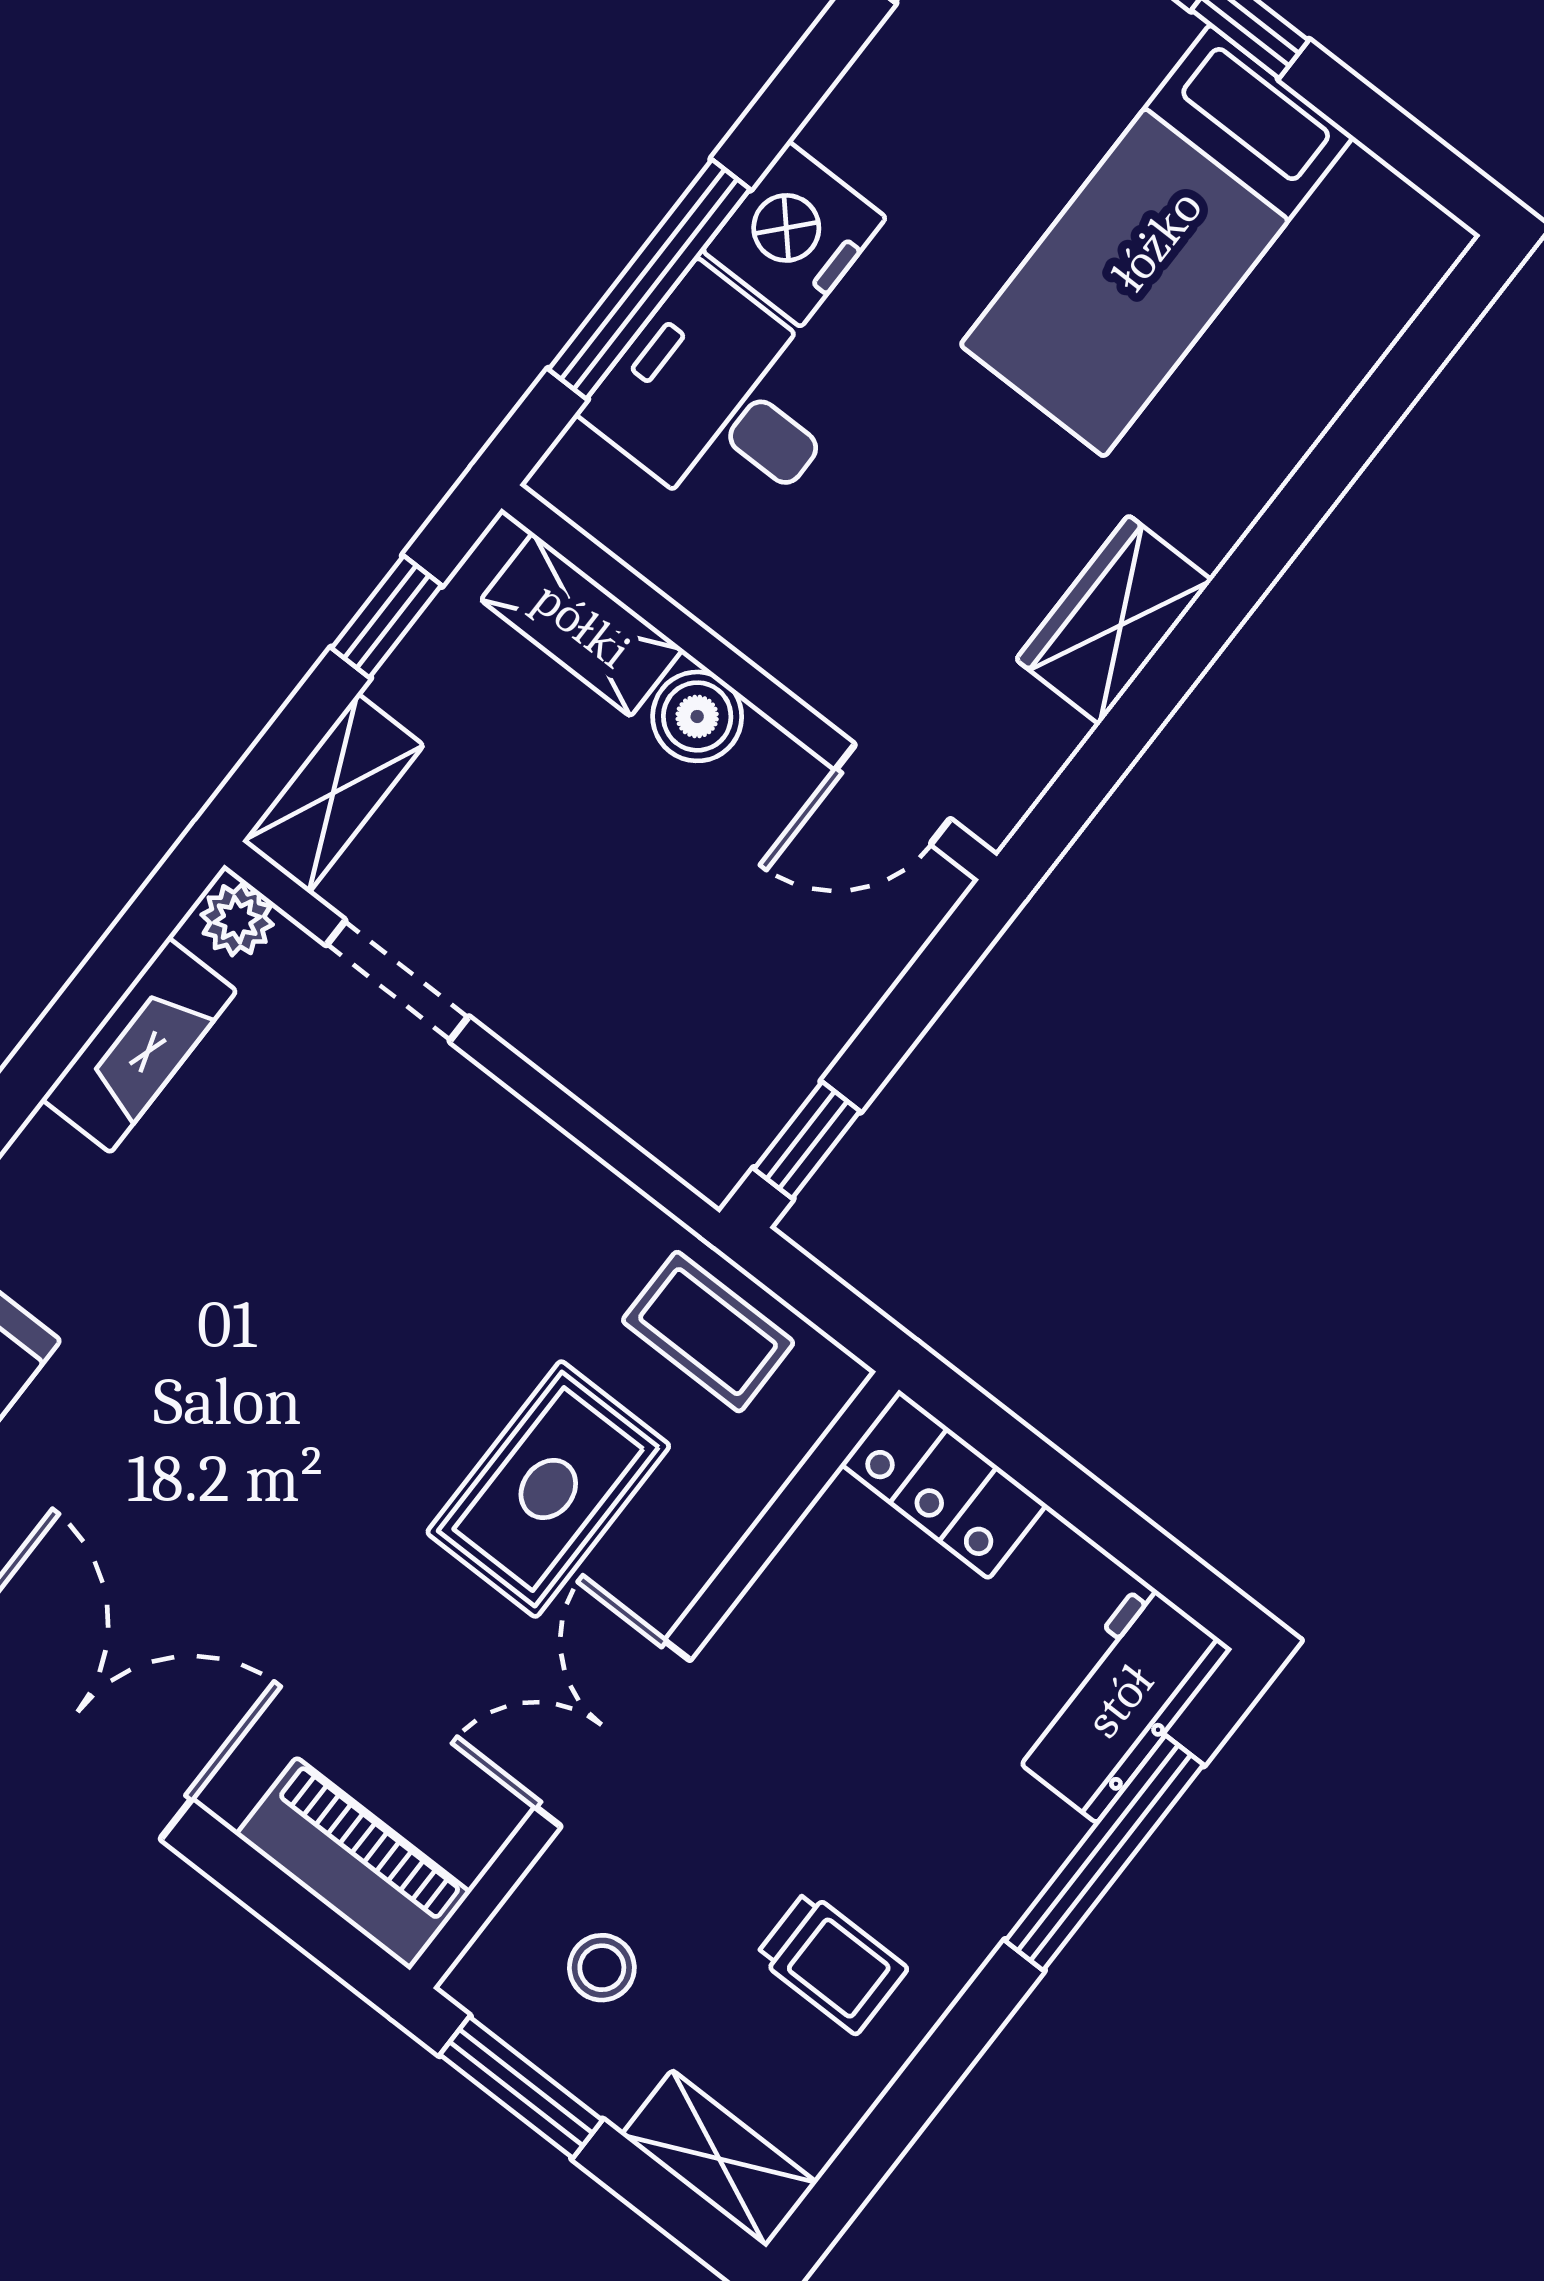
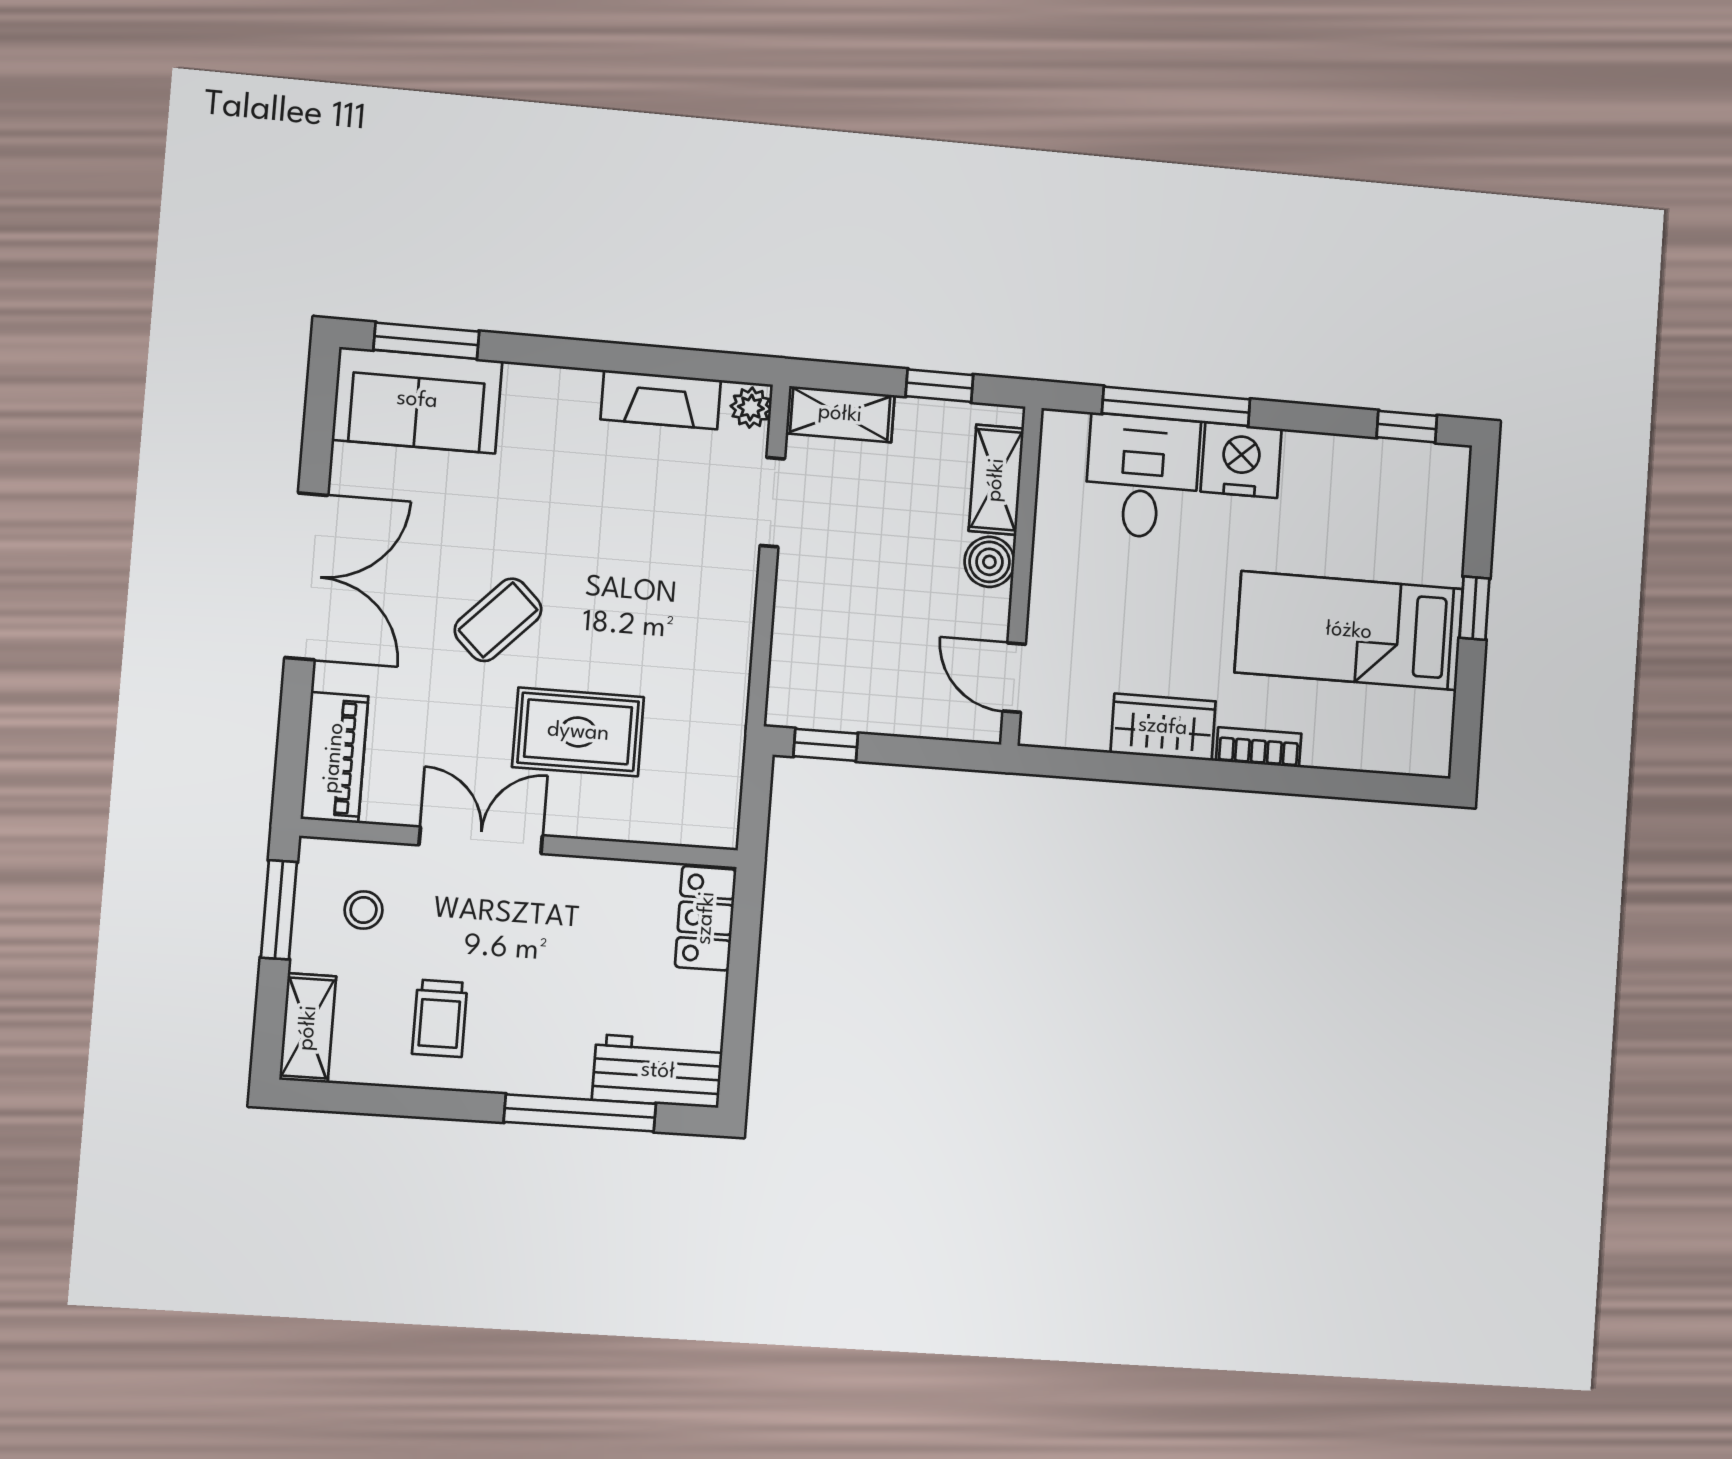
bookcase: (1240, 496) -> (1259, 747), added
coffee table: (708, 1332) -> (498, 620), moved, turned 44

